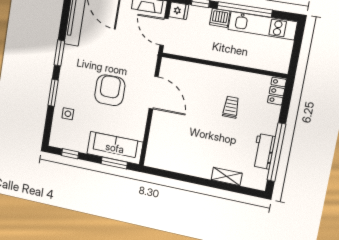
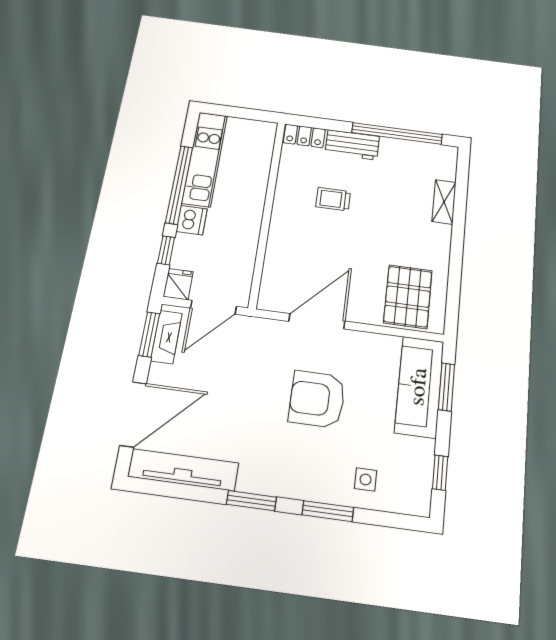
pallet: (167, 147) -> (408, 297), added
workbench: (264, 151) -> (352, 145), moved

